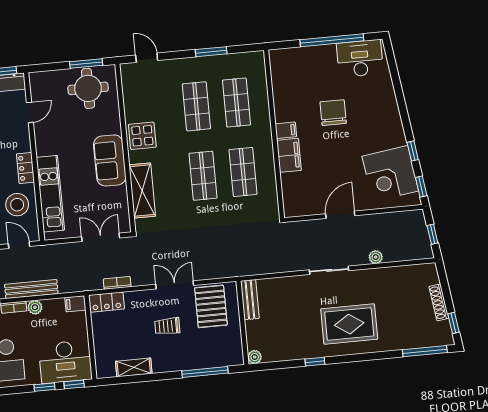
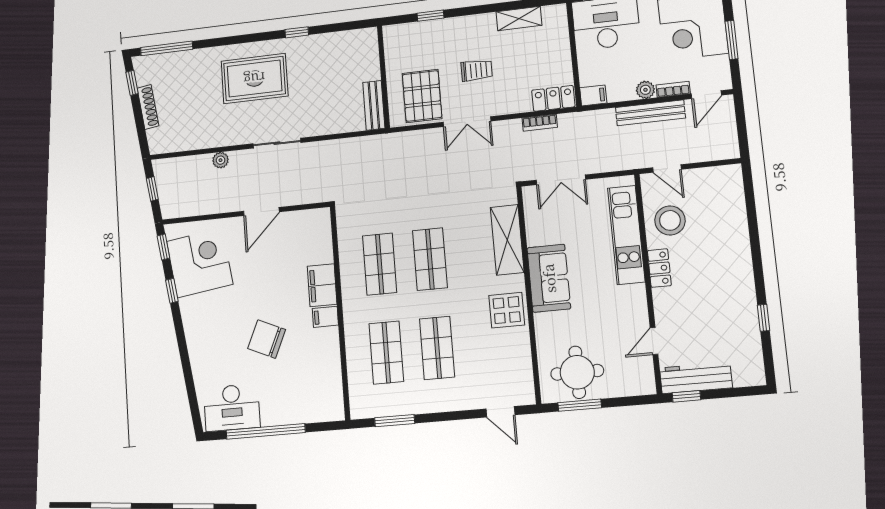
window: (211, 52) -> (395, 421), moved
chair: (333, 113) -> (267, 339), turned 114
plant: (255, 357) -> (369, 36), removed
window: (205, 372) -> (430, 16), width x0.46

